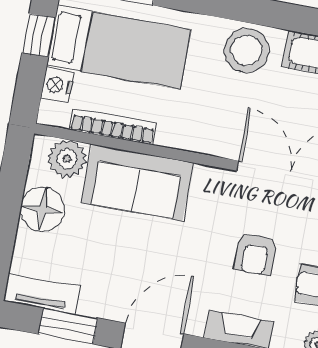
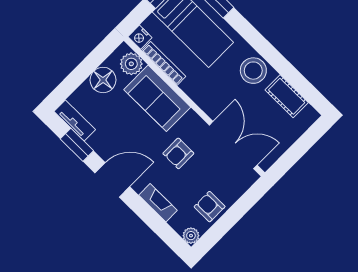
nightstand: (57, 85) -> (140, 37), moved, turned -90
armchair: (255, 254) -> (178, 153), moved

